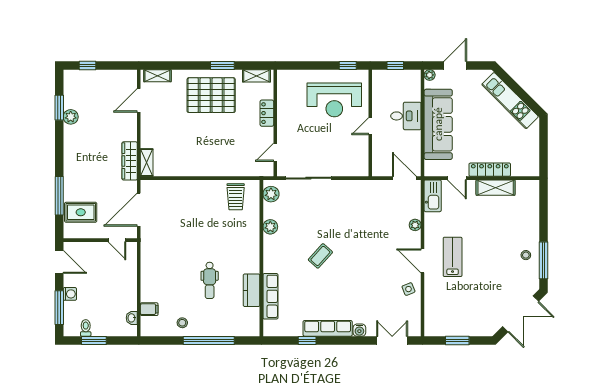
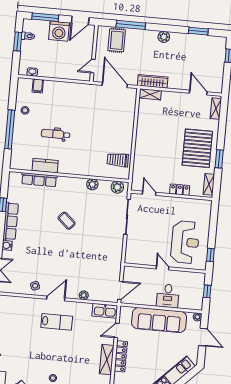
reception desk: (334, 100) -> (185, 242), turned 180
plant: (71, 117) -> (164, 37), moved
washing machine: (70, 294) -> (59, 31), width x1.89, depth x1.89

